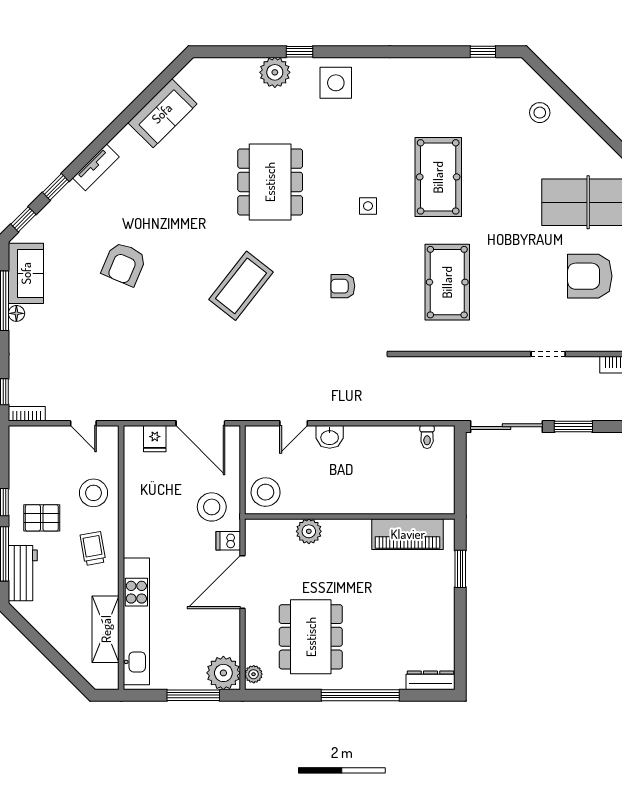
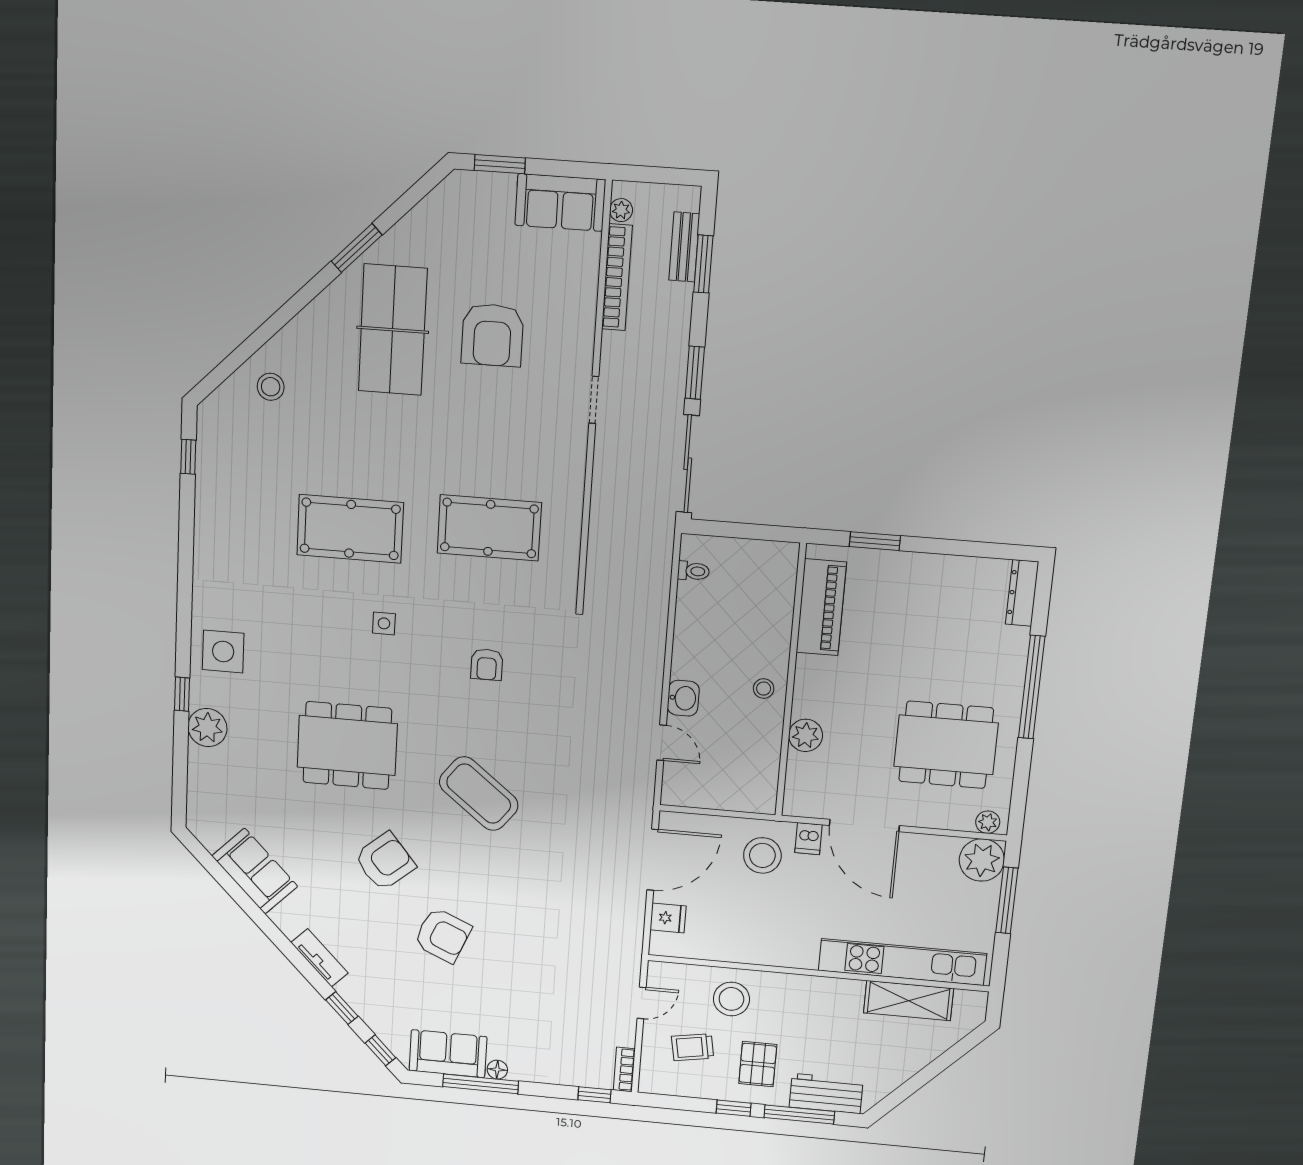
armchair: (180, 216) -> (385, 861), added
stool: (266, 492) -> (764, 689), moved, width x0.53, depth x0.53
trolley: (93, 548) -> (693, 1047), moved

